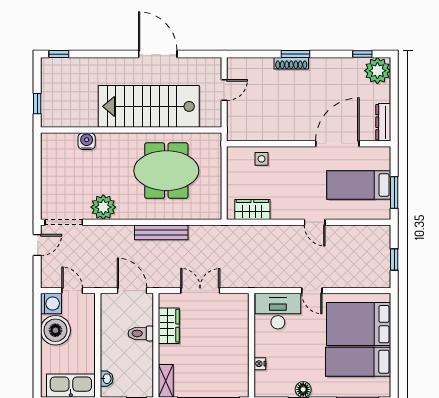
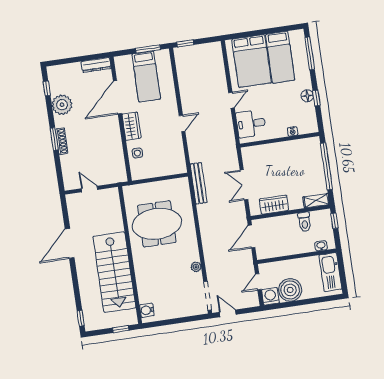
plant: (377, 71) -> (62, 105), moved
stairs: (149, 106) -> (114, 272), moved
water cooler: (87, 141) -> (147, 310), moved
door: (337, 144) -> (117, 97), hinge flipped
meeting table: (166, 171) -> (157, 224), turned 90
plant: (103, 207) -> (196, 267), width x0.53, depth x0.53
wardrobe: (252, 210) -> (131, 126), moved, turned 180
door: (315, 222) -> (182, 123), moved
bench: (161, 232) -> (199, 183), moved
window: (394, 259) -> (185, 43), moved
desk: (278, 311) -> (251, 124), width x0.73
toilet: (141, 333) -> (304, 222), moved

